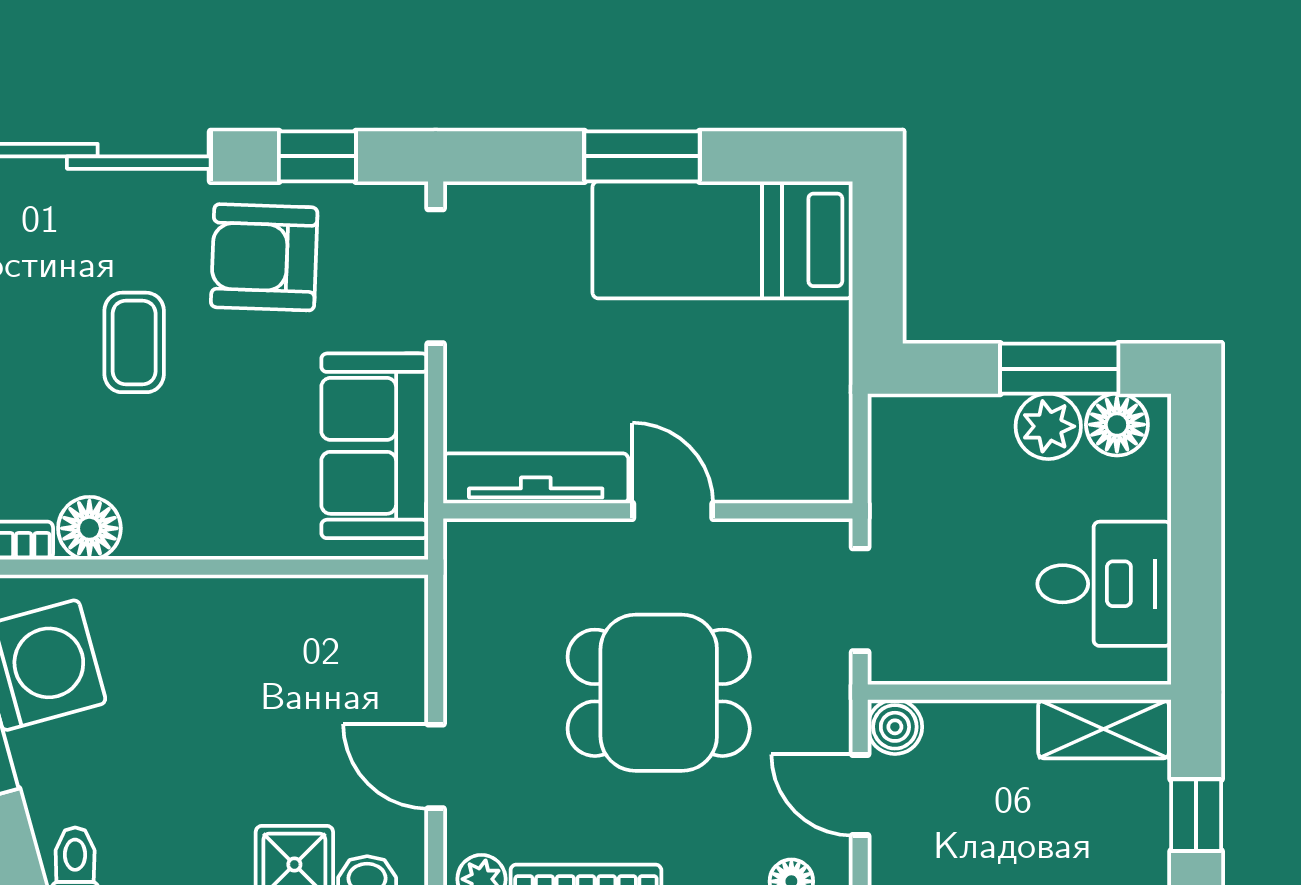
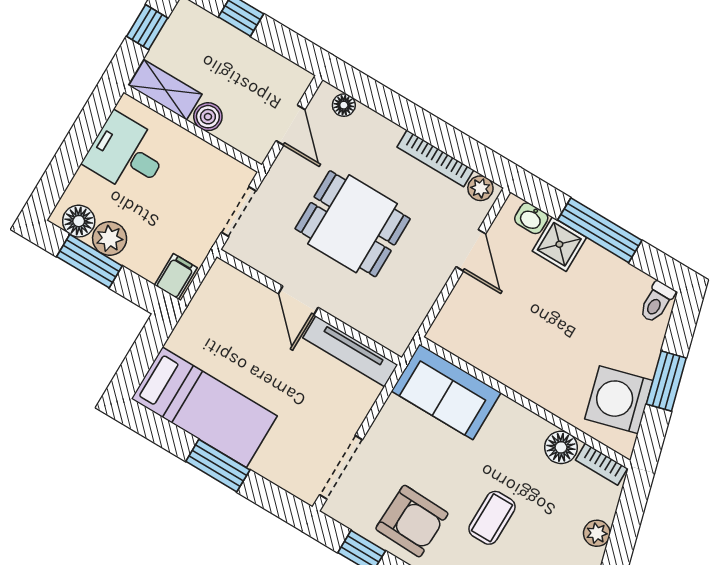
filing cabinet: (900, 429) -> (176, 276), added
sofa: (375, 446) -> (446, 392), moved, turned 90
boiler: (895, 727) -> (208, 117), moved

